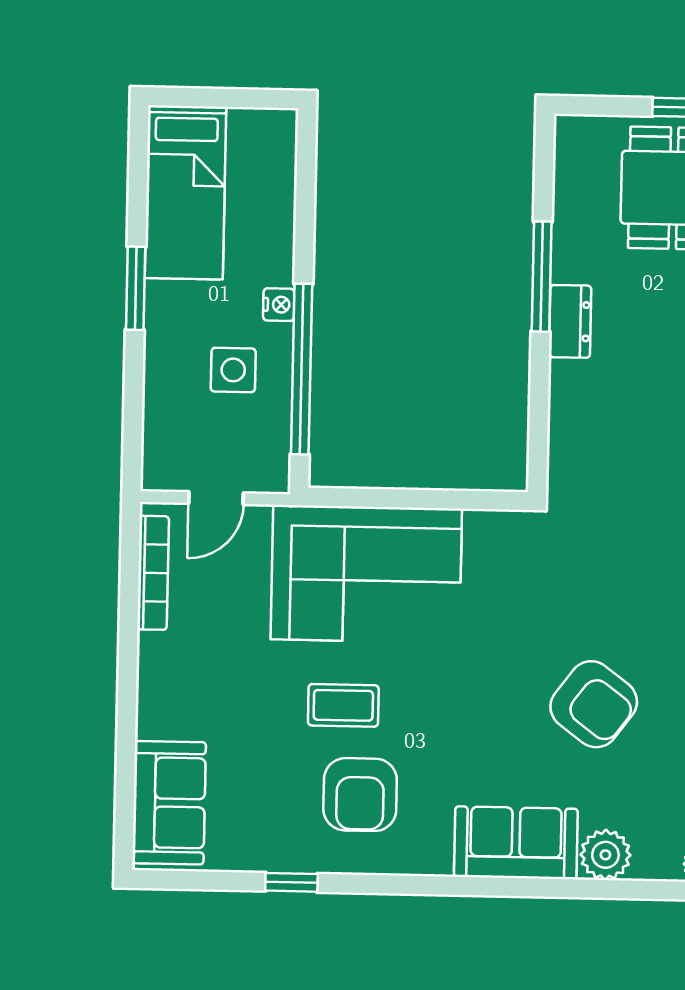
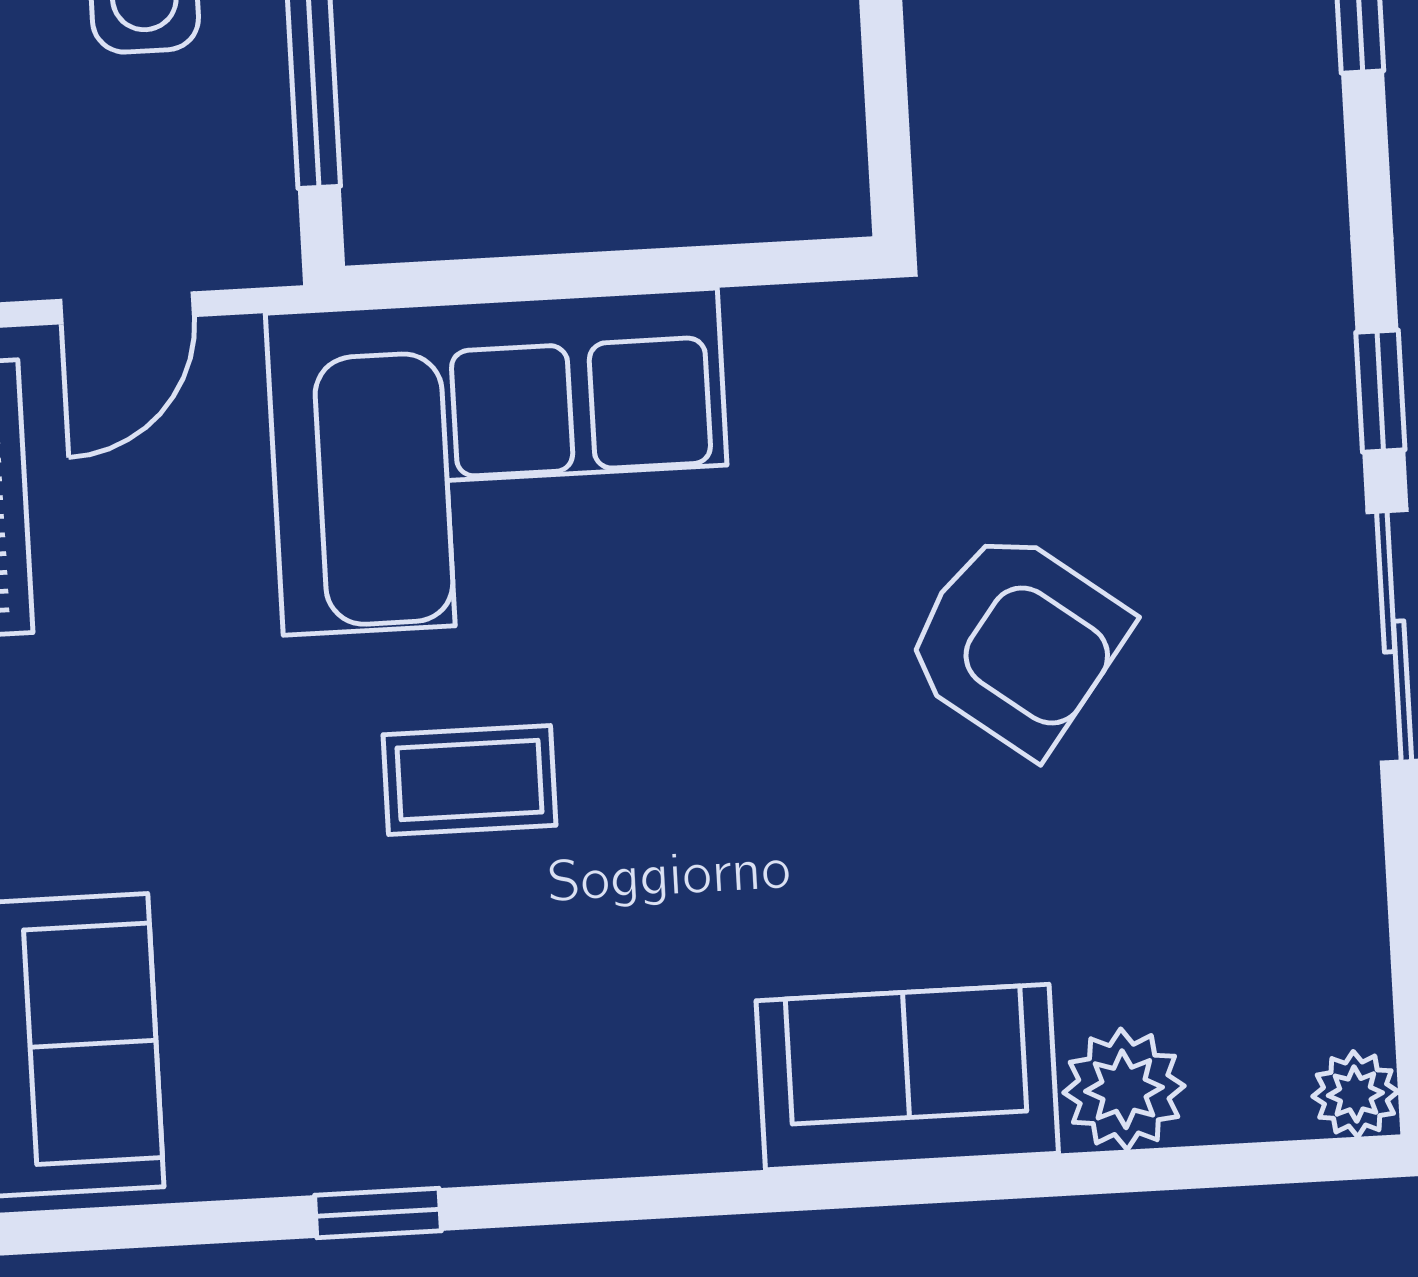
armchair: (594, 704) -> (1016, 642), moved
armchair: (360, 795) -> (526, 990), removed

